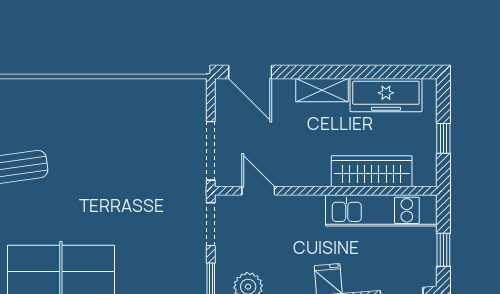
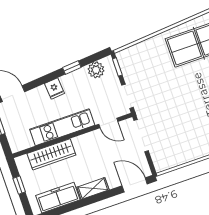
kitchen unit: (381, 210) -> (62, 127), moved

